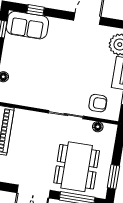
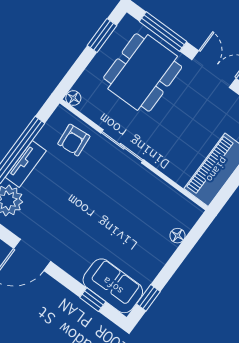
armchair: (98, 103) -> (74, 140), turned -95
floor lamp: (98, 127) -> (73, 98), moved

